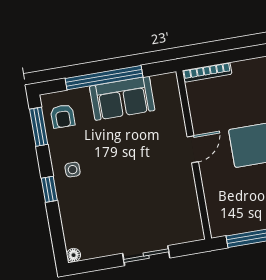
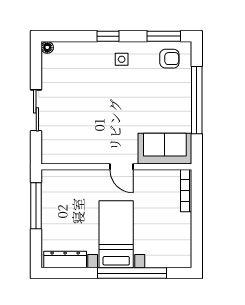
sofa: (122, 98) -> (165, 149), moved, turned 90
armchair: (63, 116) -> (169, 59), turned 180

